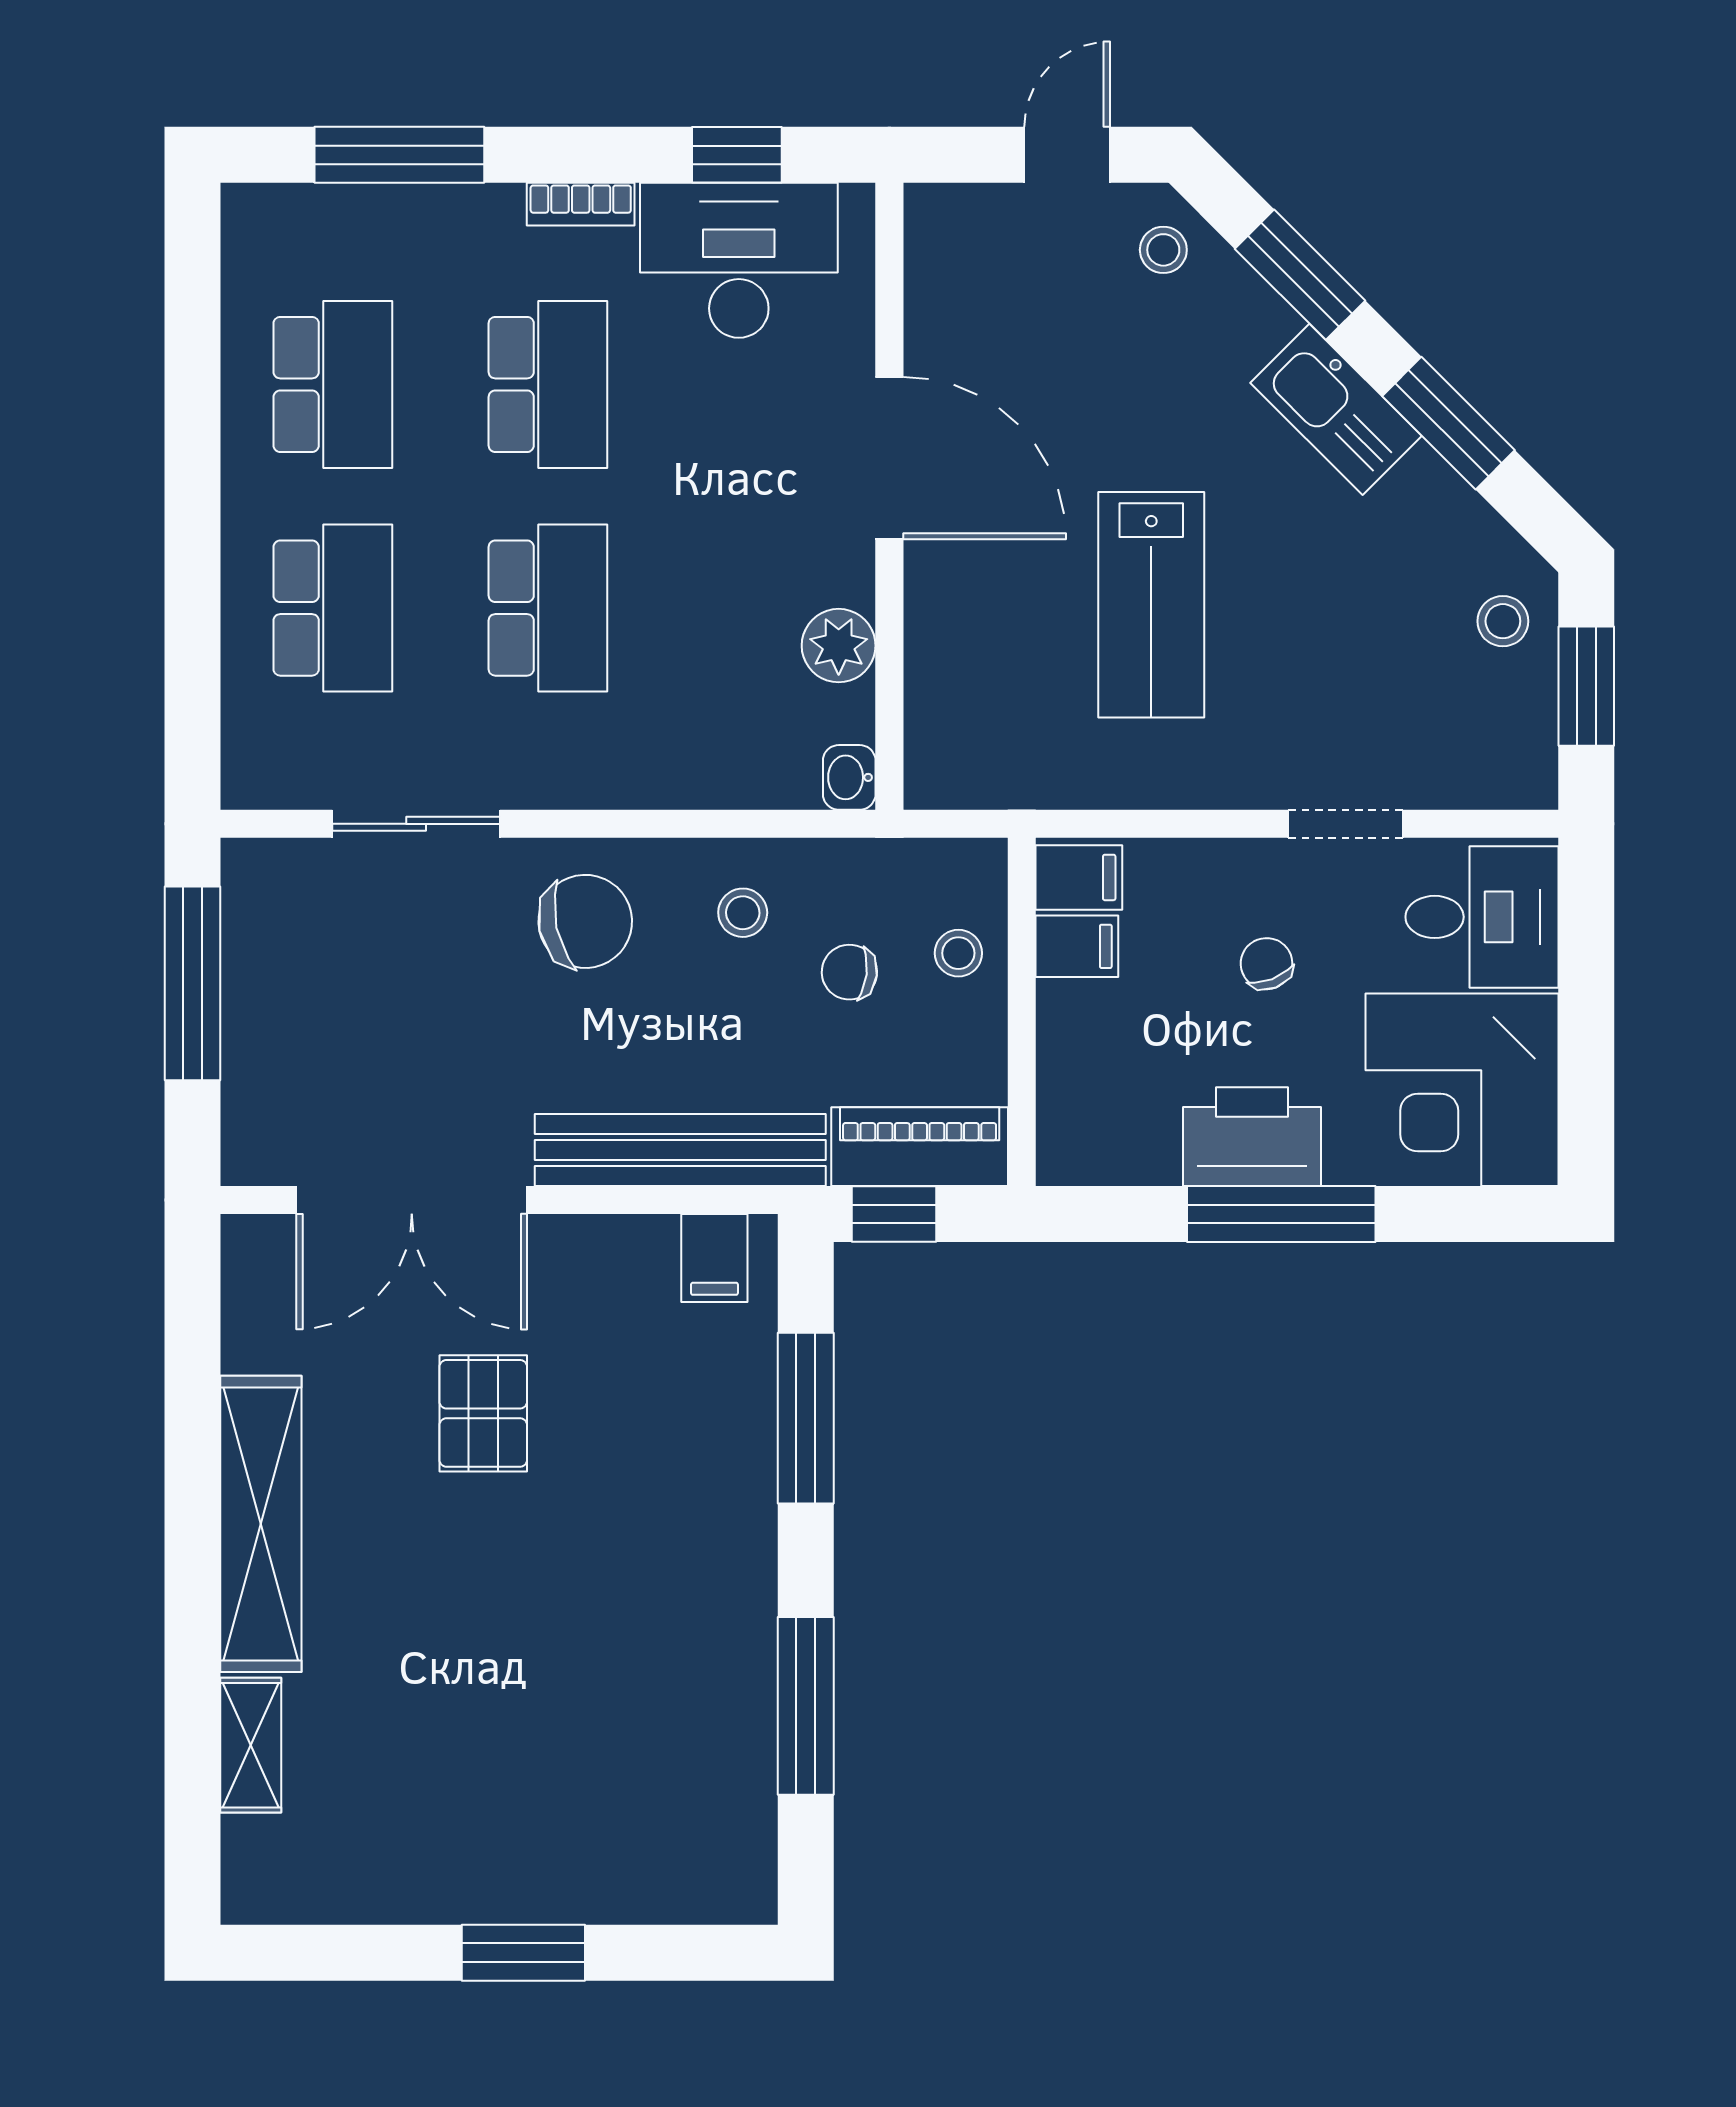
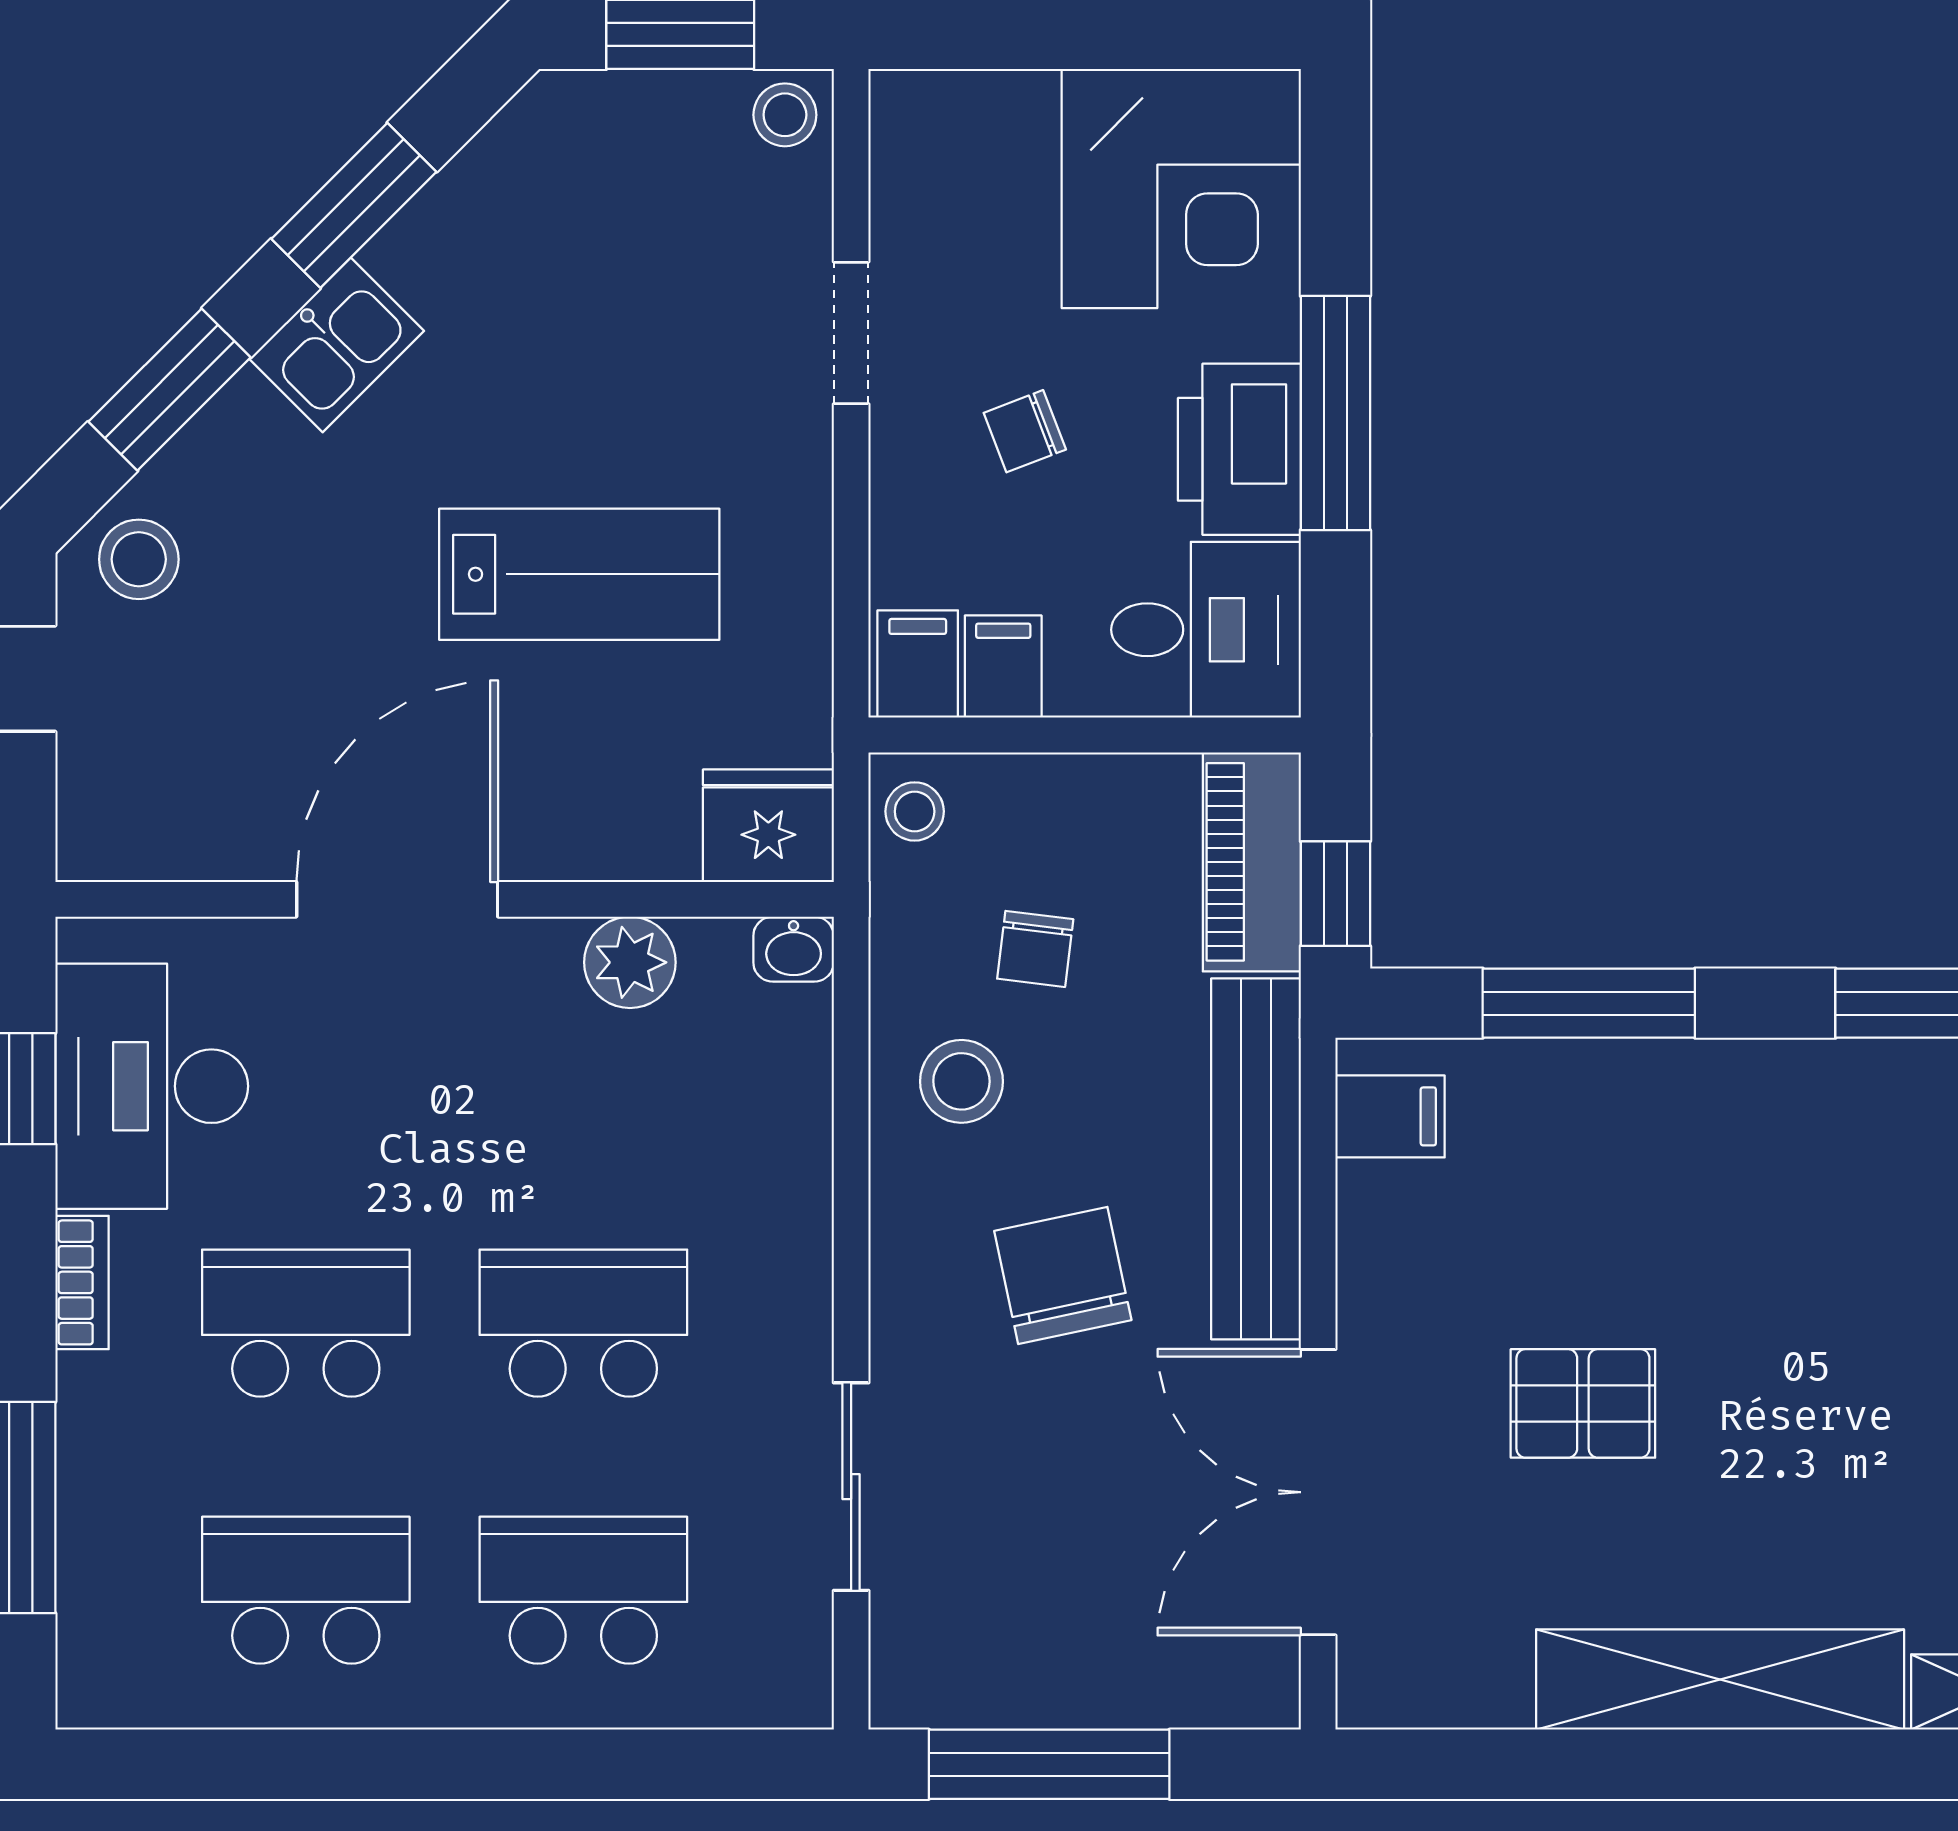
stool: (1163, 250) -> (139, 559), width x1.37, depth x1.37
kitchen sink: (1336, 409) -> (337, 345), width x0.73
stool: (1503, 621) -> (785, 115), moved
fridge: (949, 757) -> (768, 826), added
stool: (743, 913) -> (961, 1081), width x1.37, depth x1.37
desk: (1482, 917) -> (1206, 630), moved, turned 90
chair: (585, 921) -> (1063, 1276), moved
stool: (958, 953) -> (915, 811), moved
double door: (412, 1200) -> (1318, 1492), swing flipped

